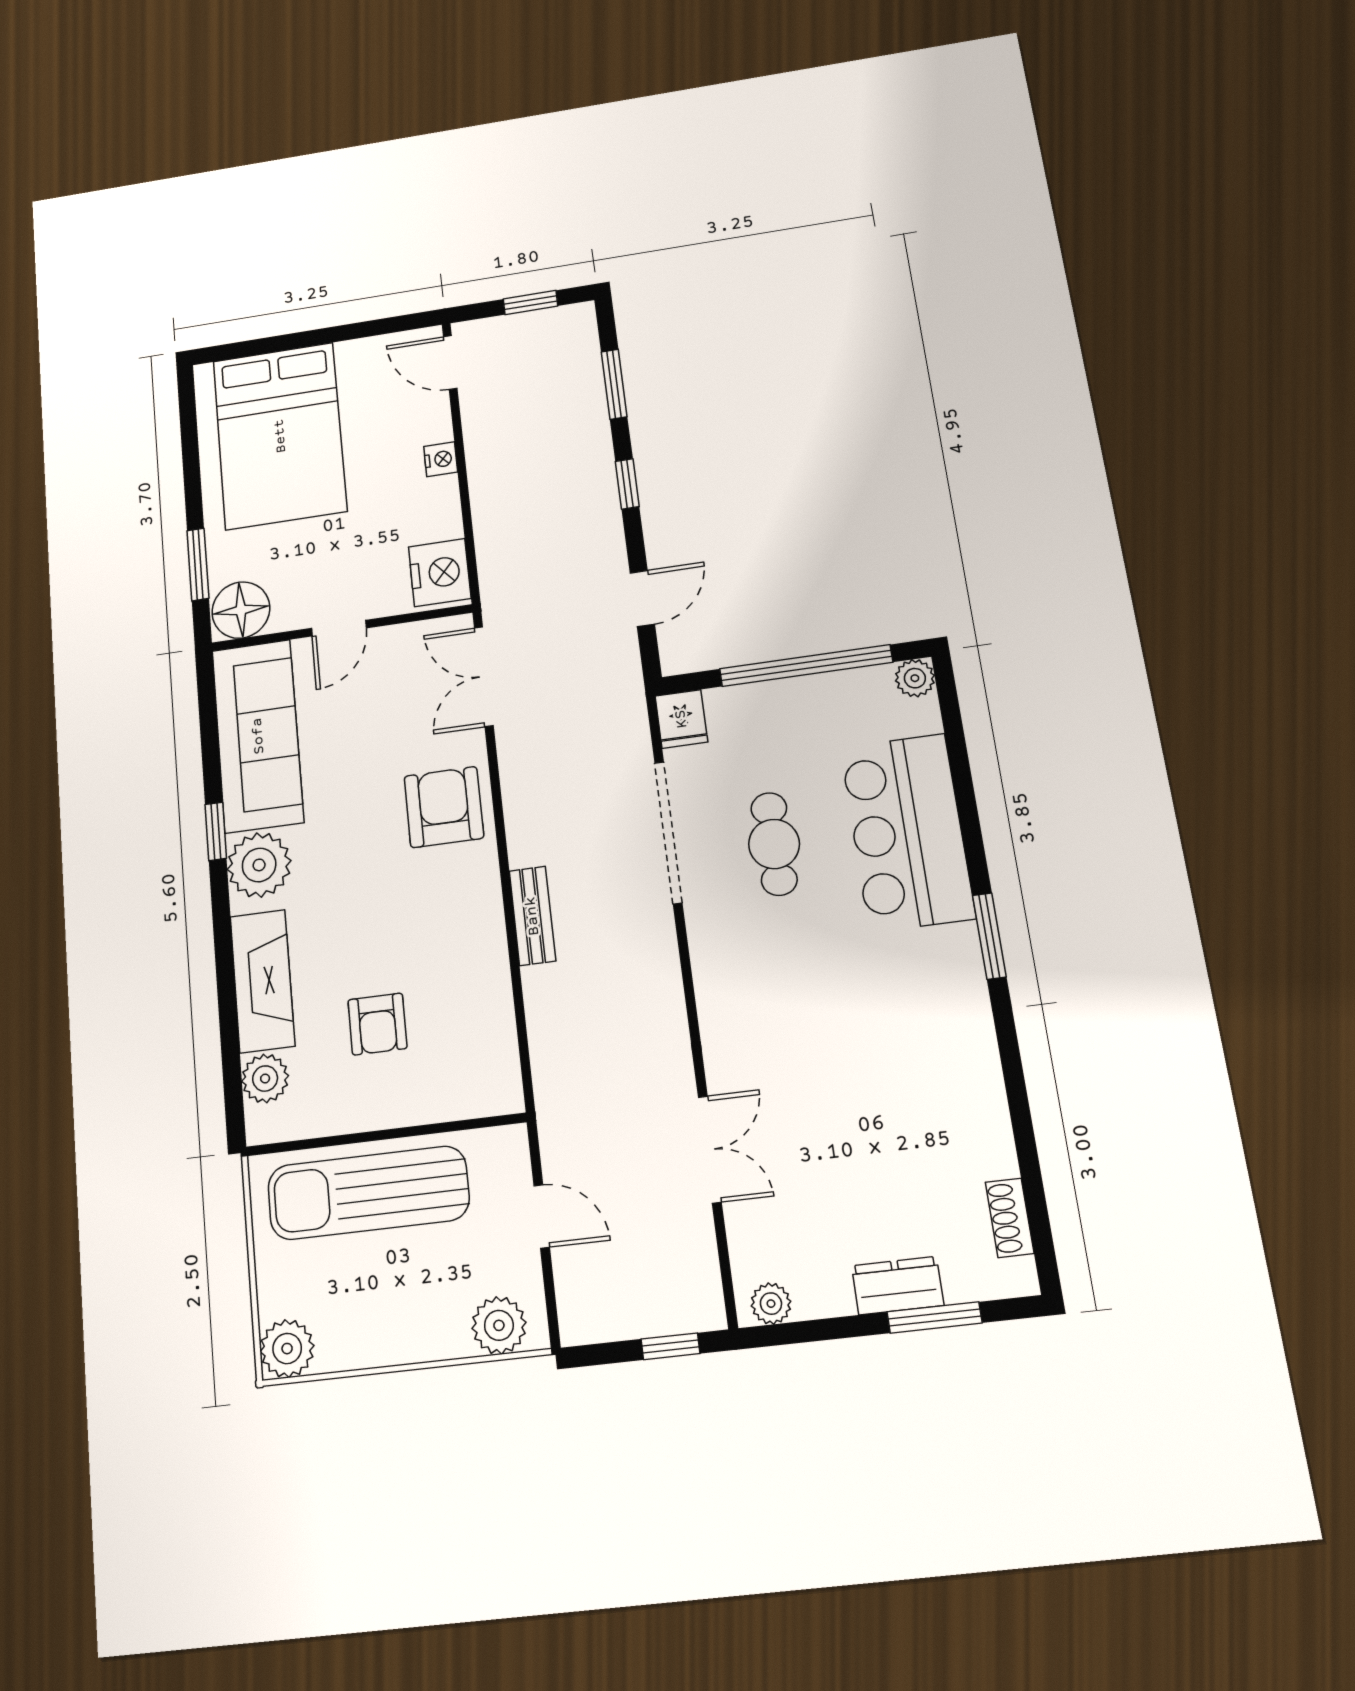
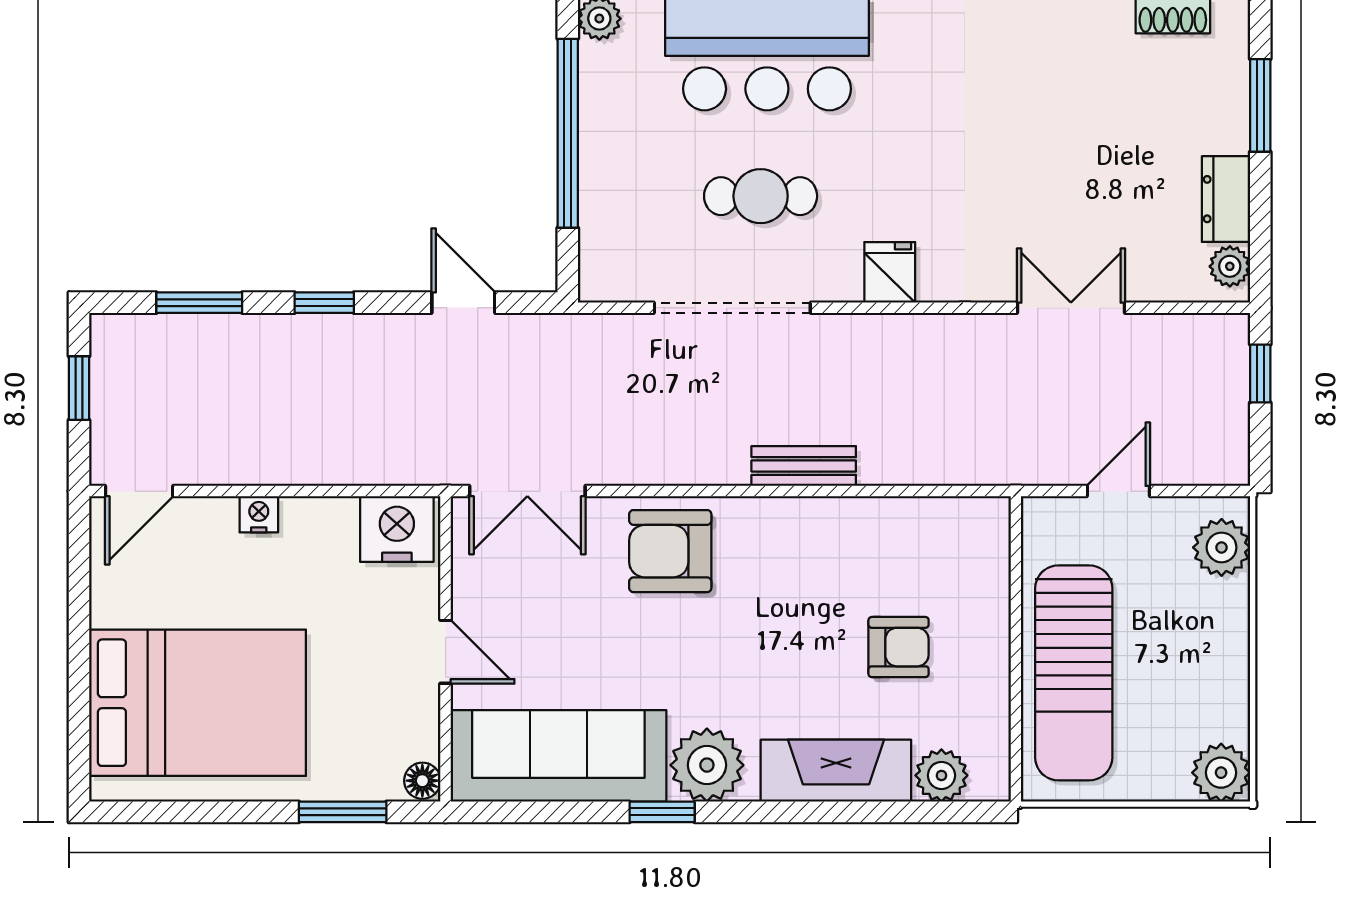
floor lamp: (241, 610) -> (422, 781), width x0.53, depth x0.53
fridge: (681, 719) -> (890, 272), moved, turned -90
dresser: (898, 1286) -> (1226, 199), moved

